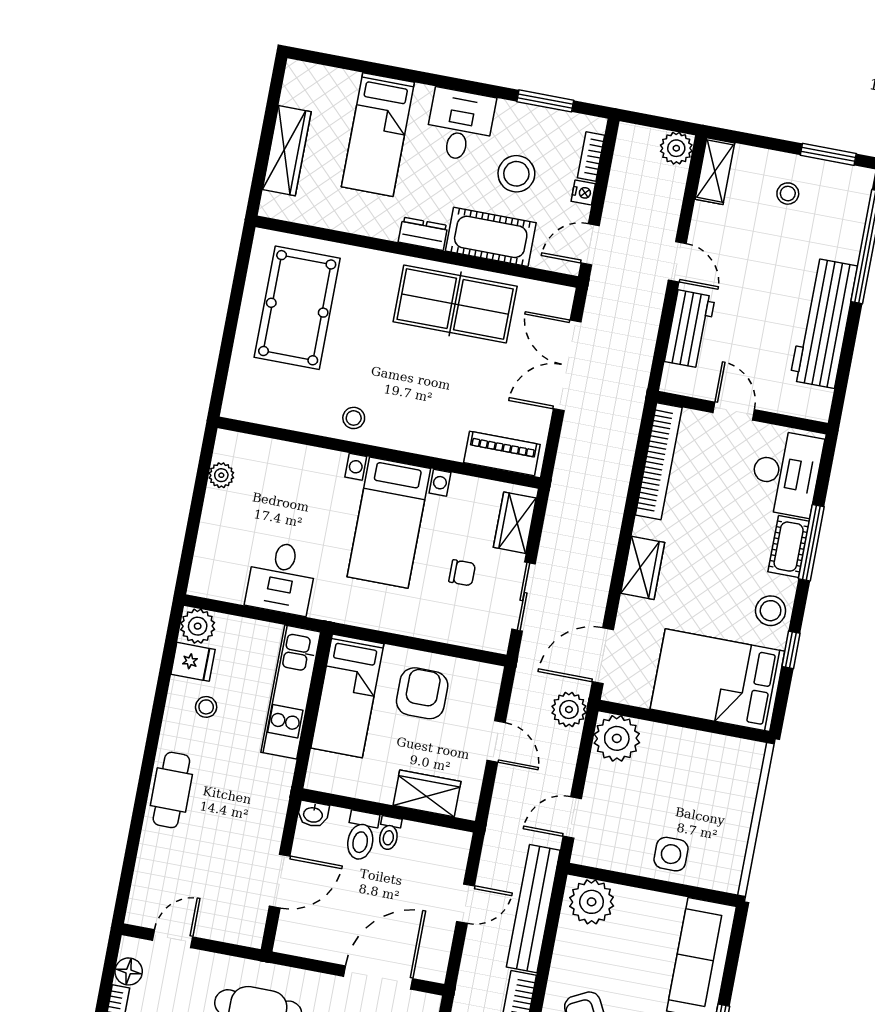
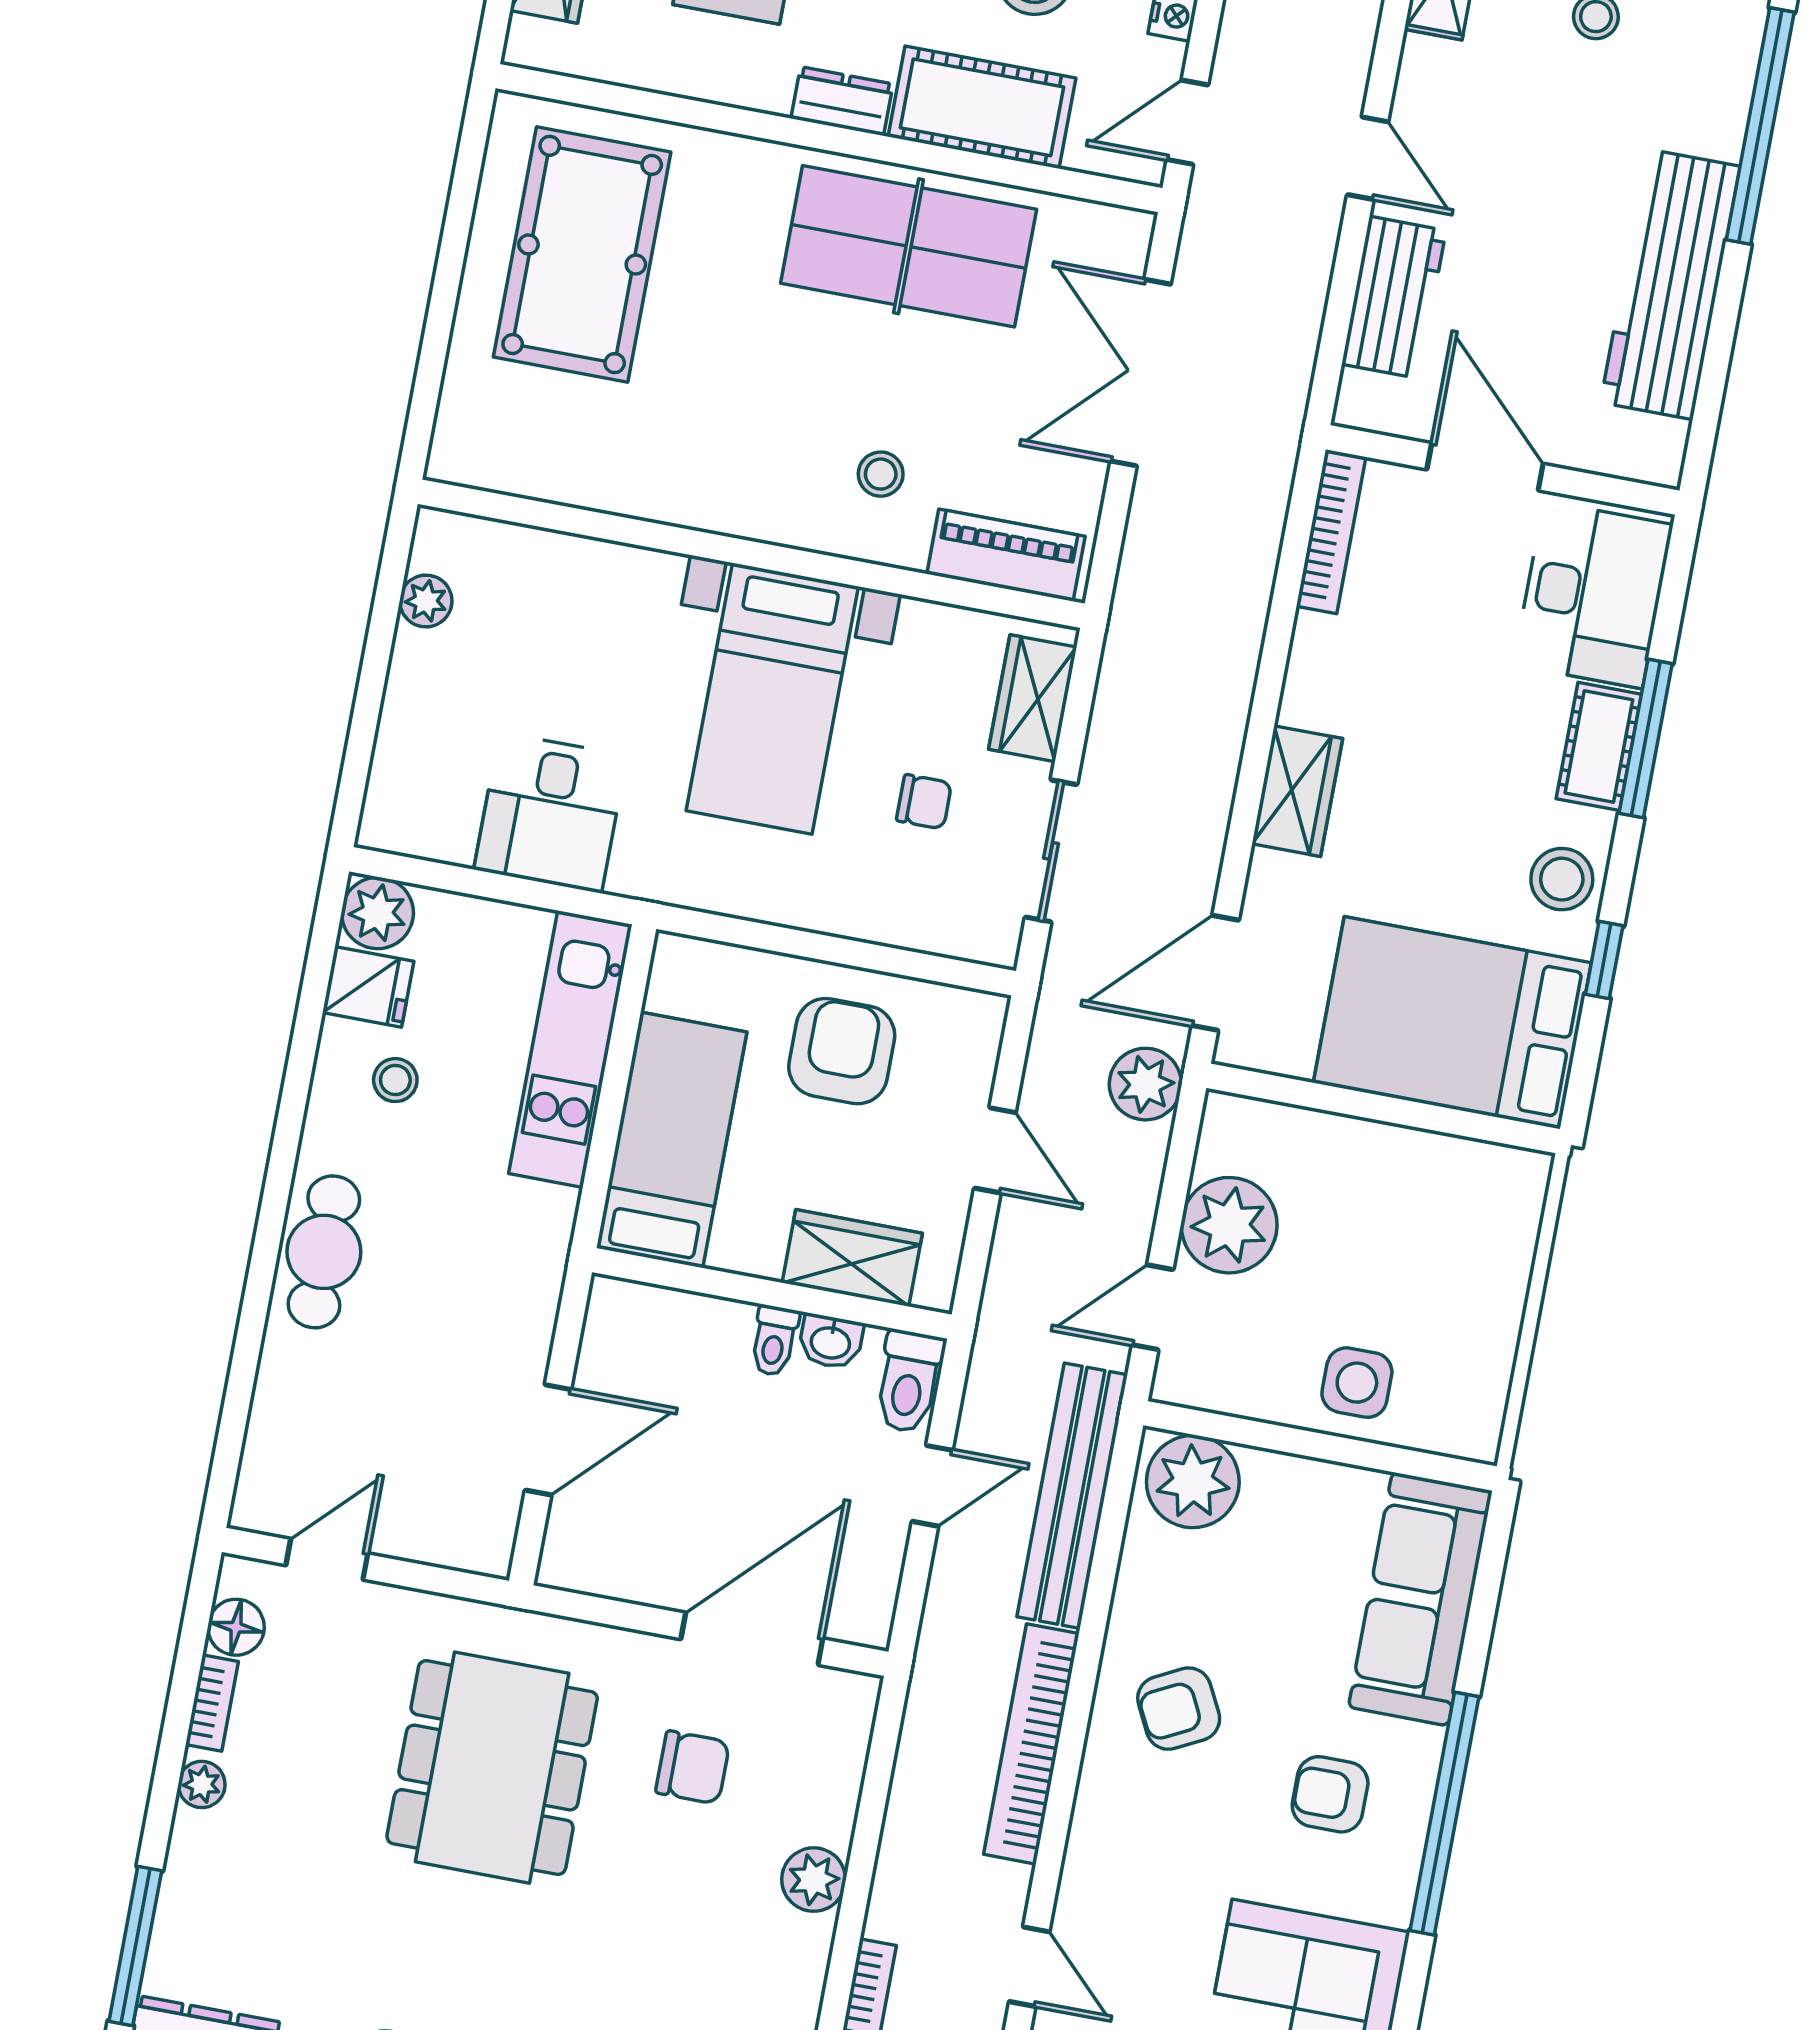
door: (734, 411) -> (1485, 467), width x1.38
stool: (354, 418) -> (881, 474), moved
bookcase: (659, 461) -> (1331, 532), width x0.68, depth x0.76
bed: (347, 696) -> (672, 1140), moved, turned 180
plant: (617, 738) -> (1229, 1225), moved
washbasin: (313, 814) -> (831, 1341), moved
toilet: (361, 836) -> (909, 1381), moved

